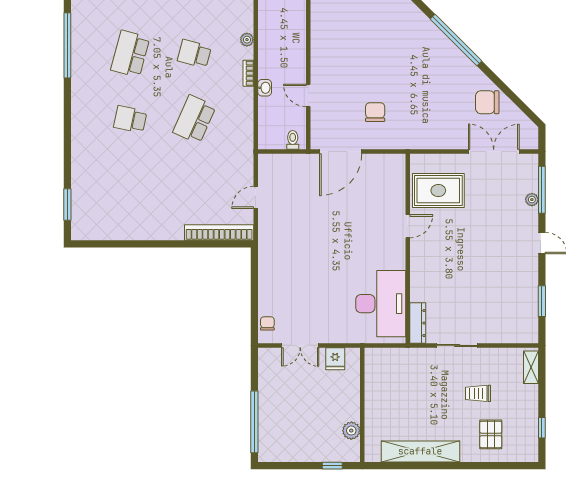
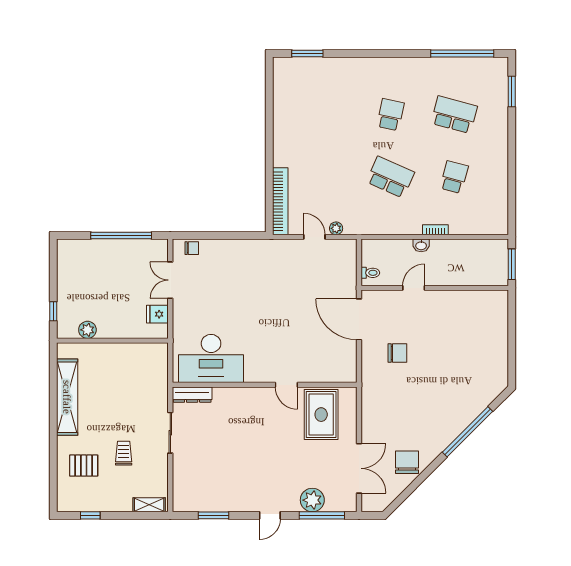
plant: (247, 40) -> (336, 228), moved
plant: (532, 200) -> (312, 500), width x1.87, depth x1.87
window: (254, 422) -> (121, 235), moved

